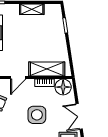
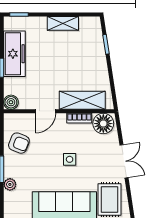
side table: (37, 115) -> (70, 159), width x0.54, depth x0.54
double door: (79, 116) -> (124, 161), swing flipped

